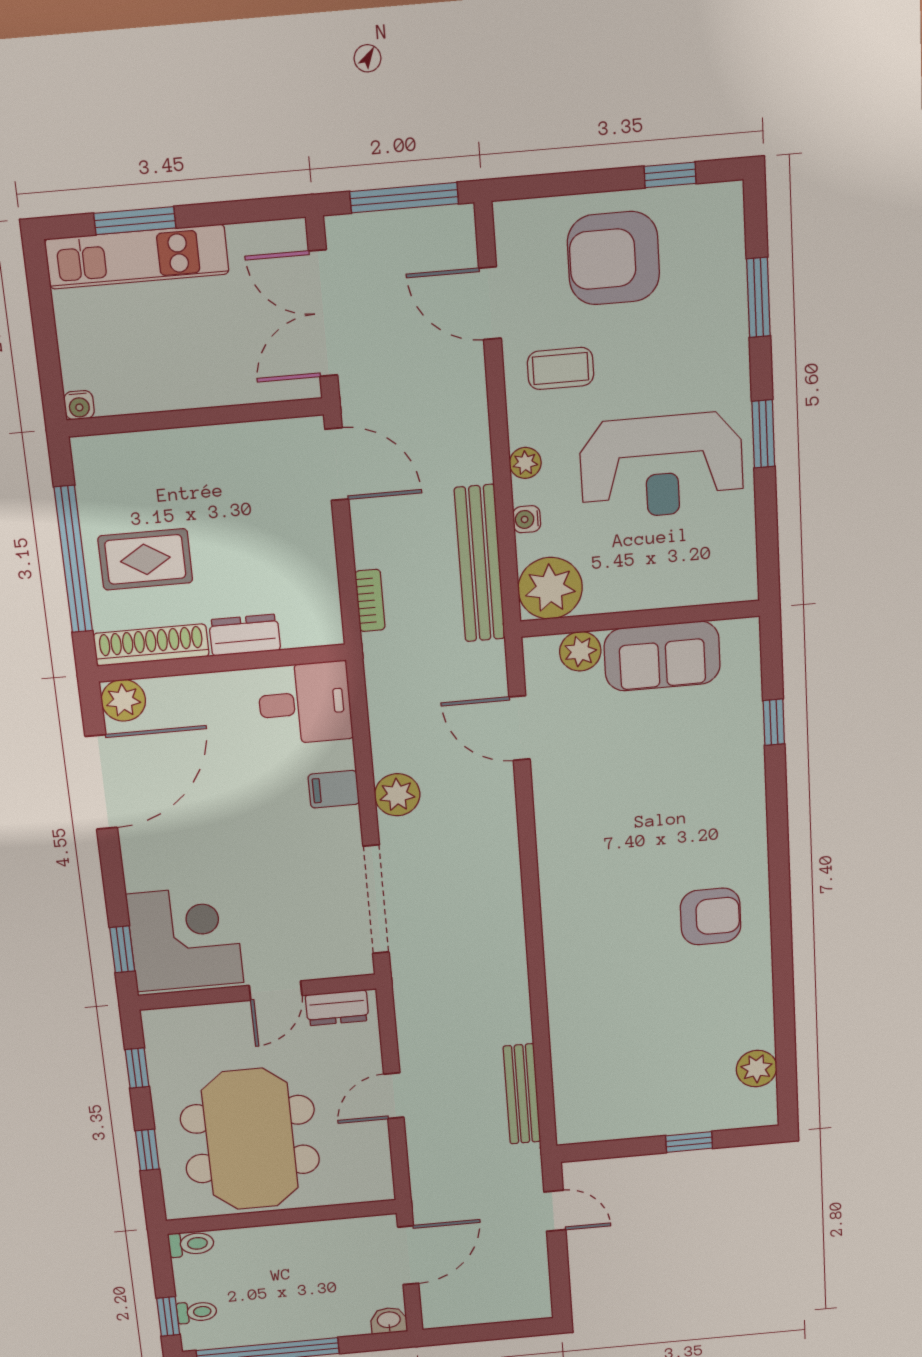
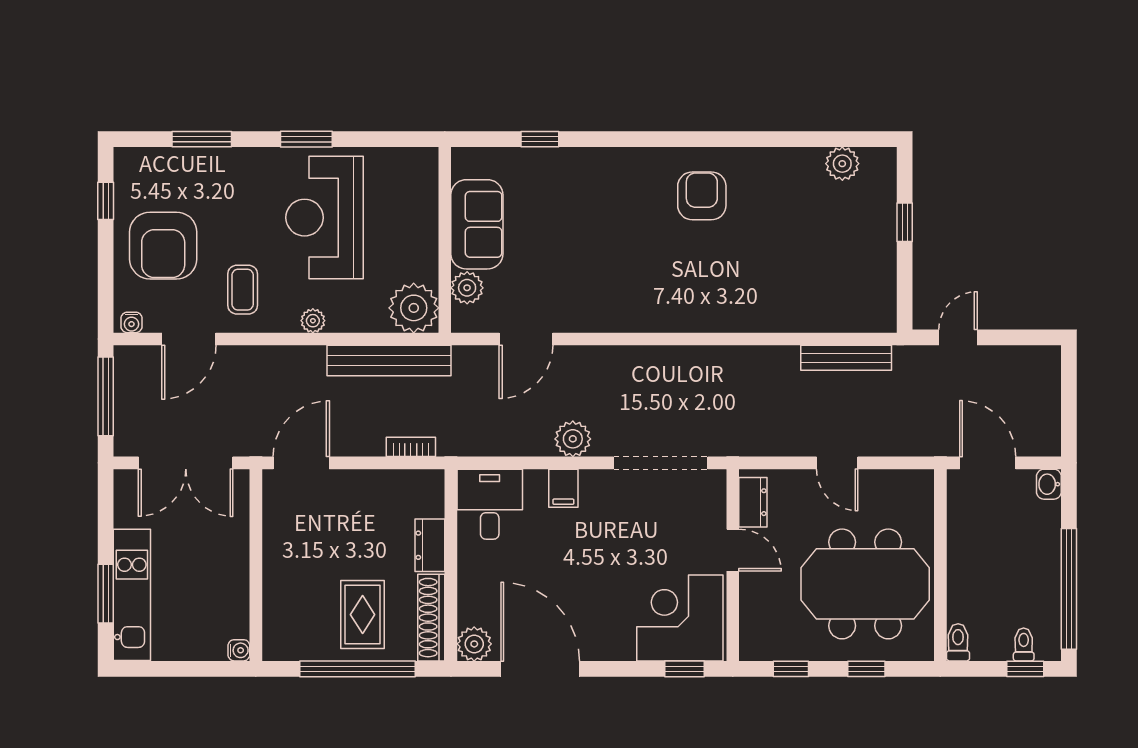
reception desk: (662, 466) -> (325, 218), turned 180
water cooler: (527, 519) -> (131, 322), moved

